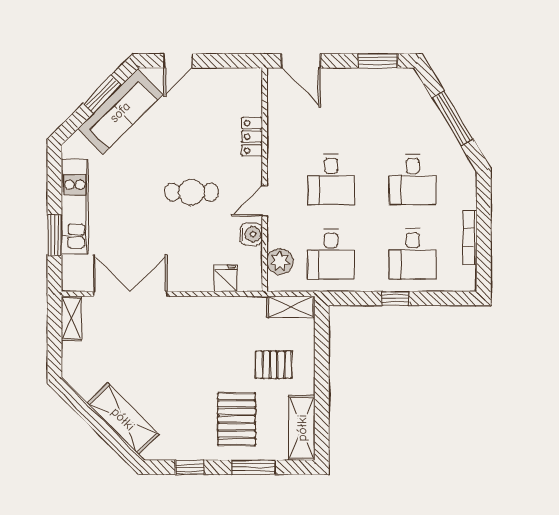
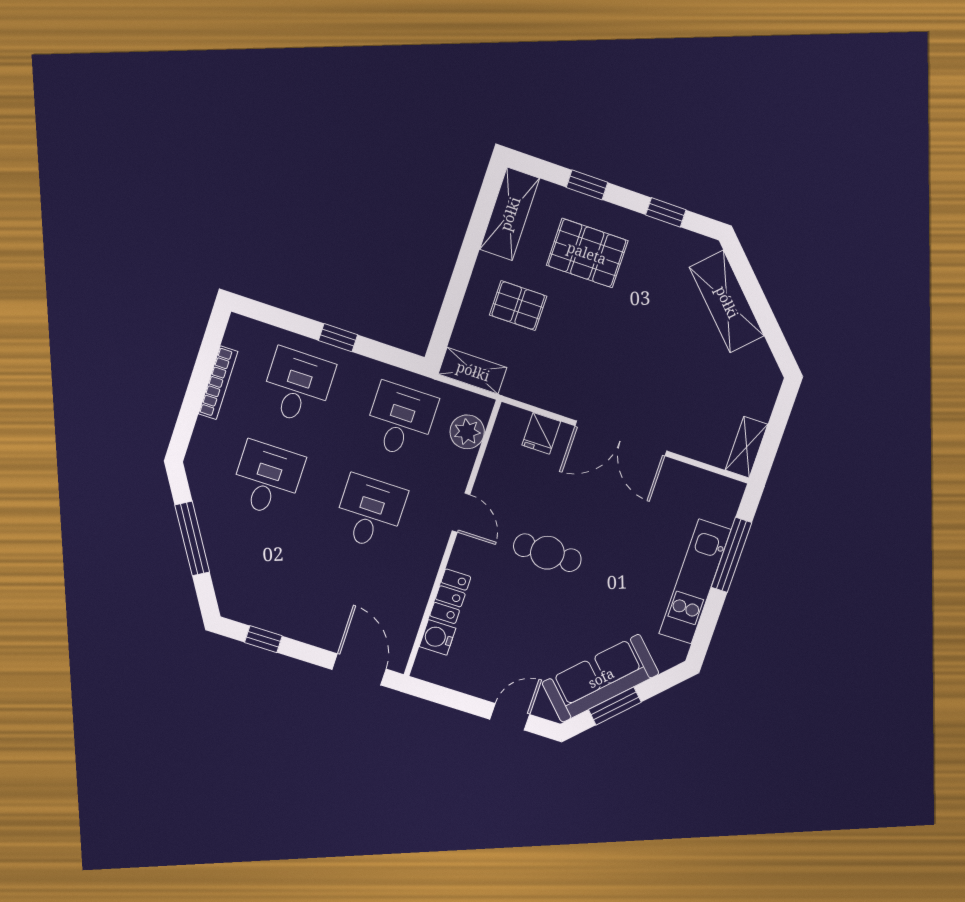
window: (378, 61) -> (263, 639), width x0.67
door: (265, 201) -> (461, 513), hinge flipped
water cooler: (251, 234) -> (438, 637), moved
window: (55, 235) -> (731, 555), width x1.44
double door: (130, 294) -> (621, 438), moved
pallet: (237, 419) -> (587, 253), turned 90
window: (253, 467) -> (587, 185), width x0.67

